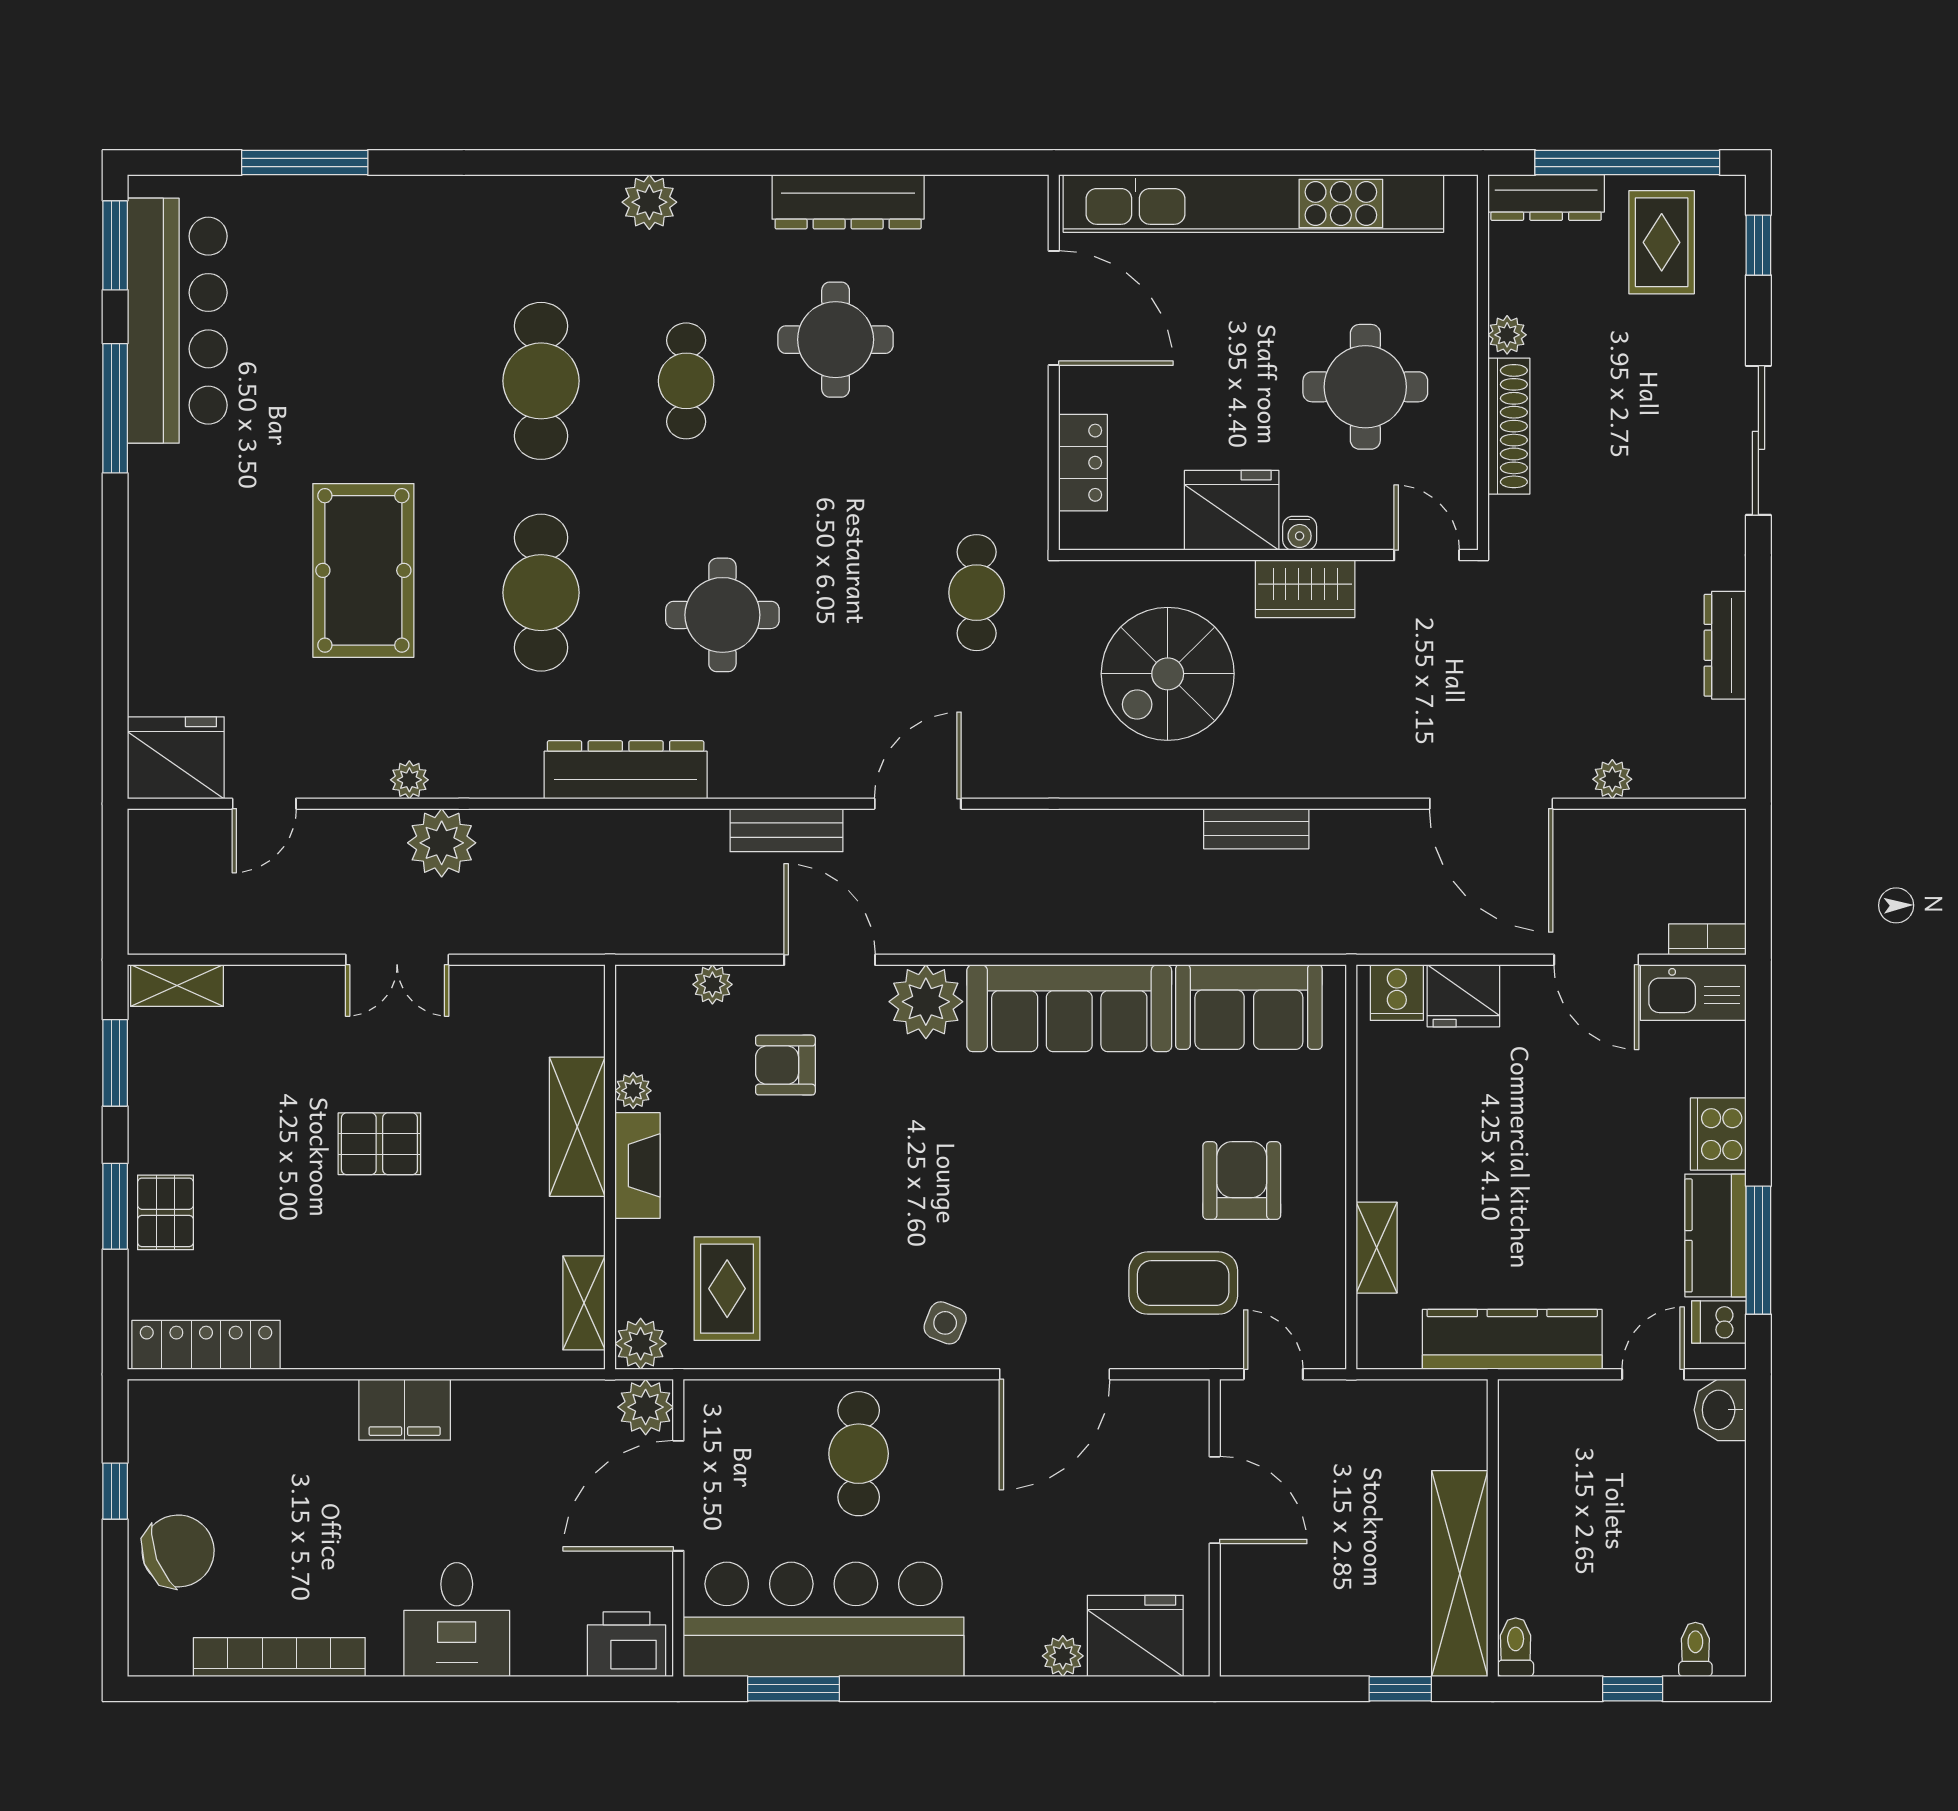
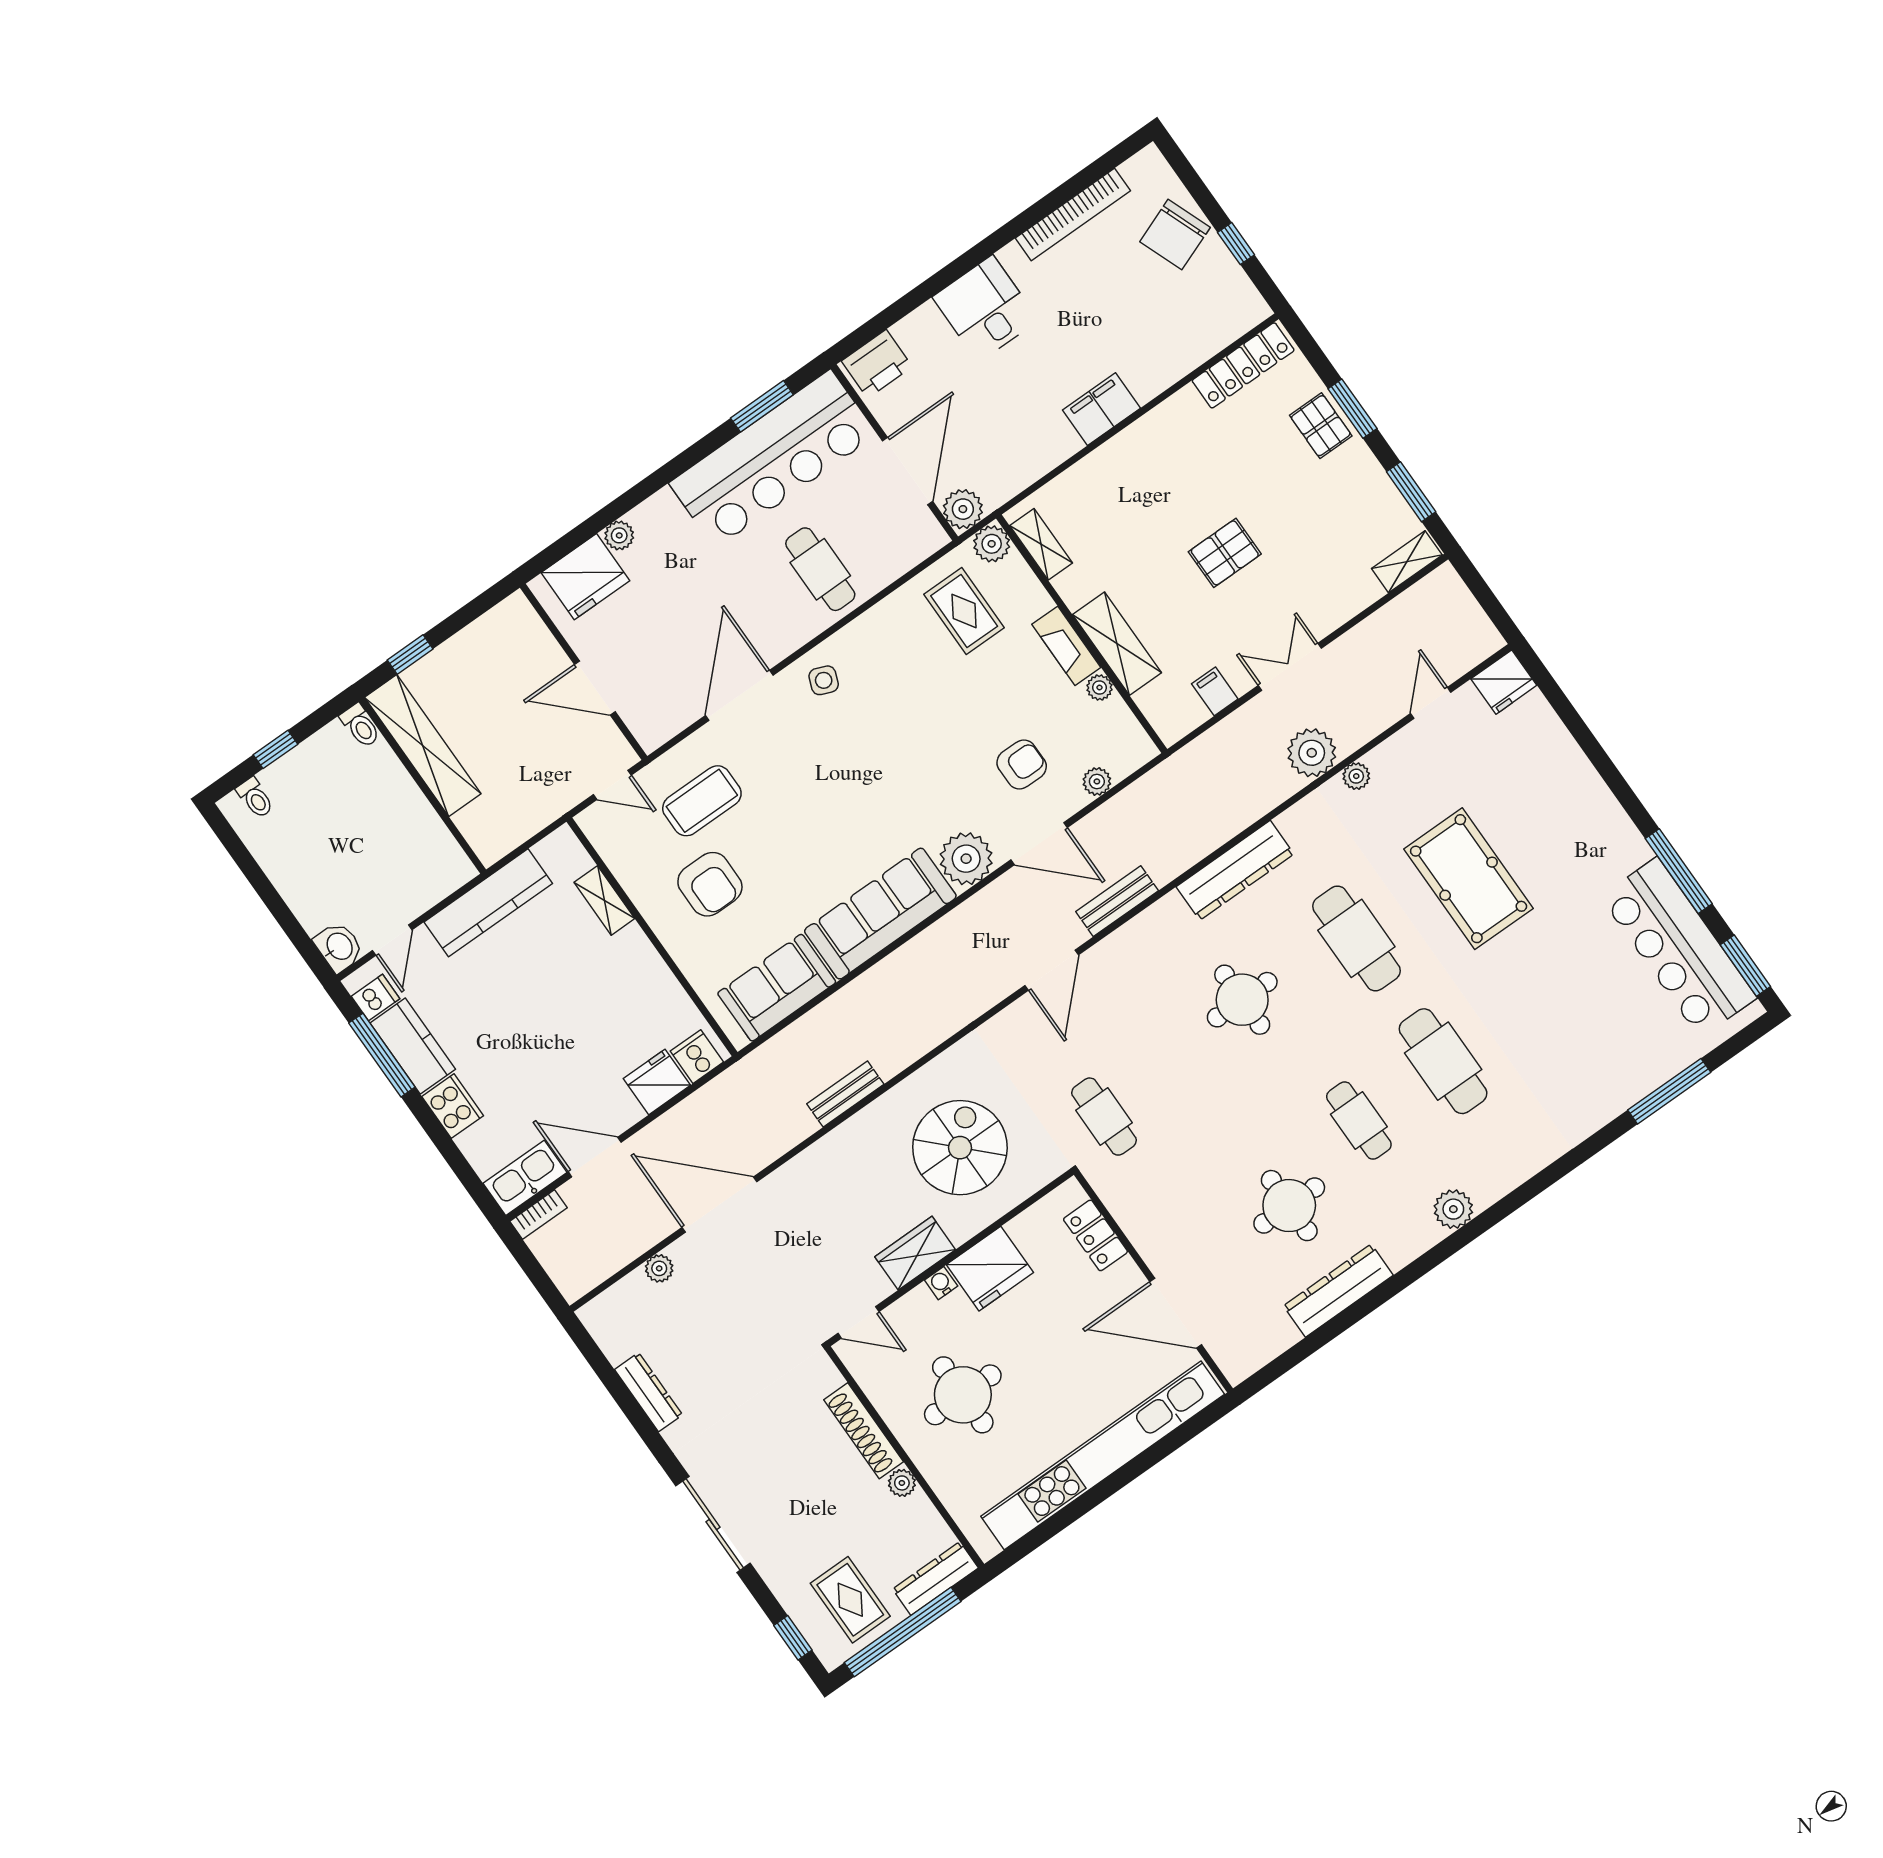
fridge: (176, 758) -> (1504, 682), width x0.73, depth x0.75
filing cabinet: (503, 992) -> (1215, 691), added

